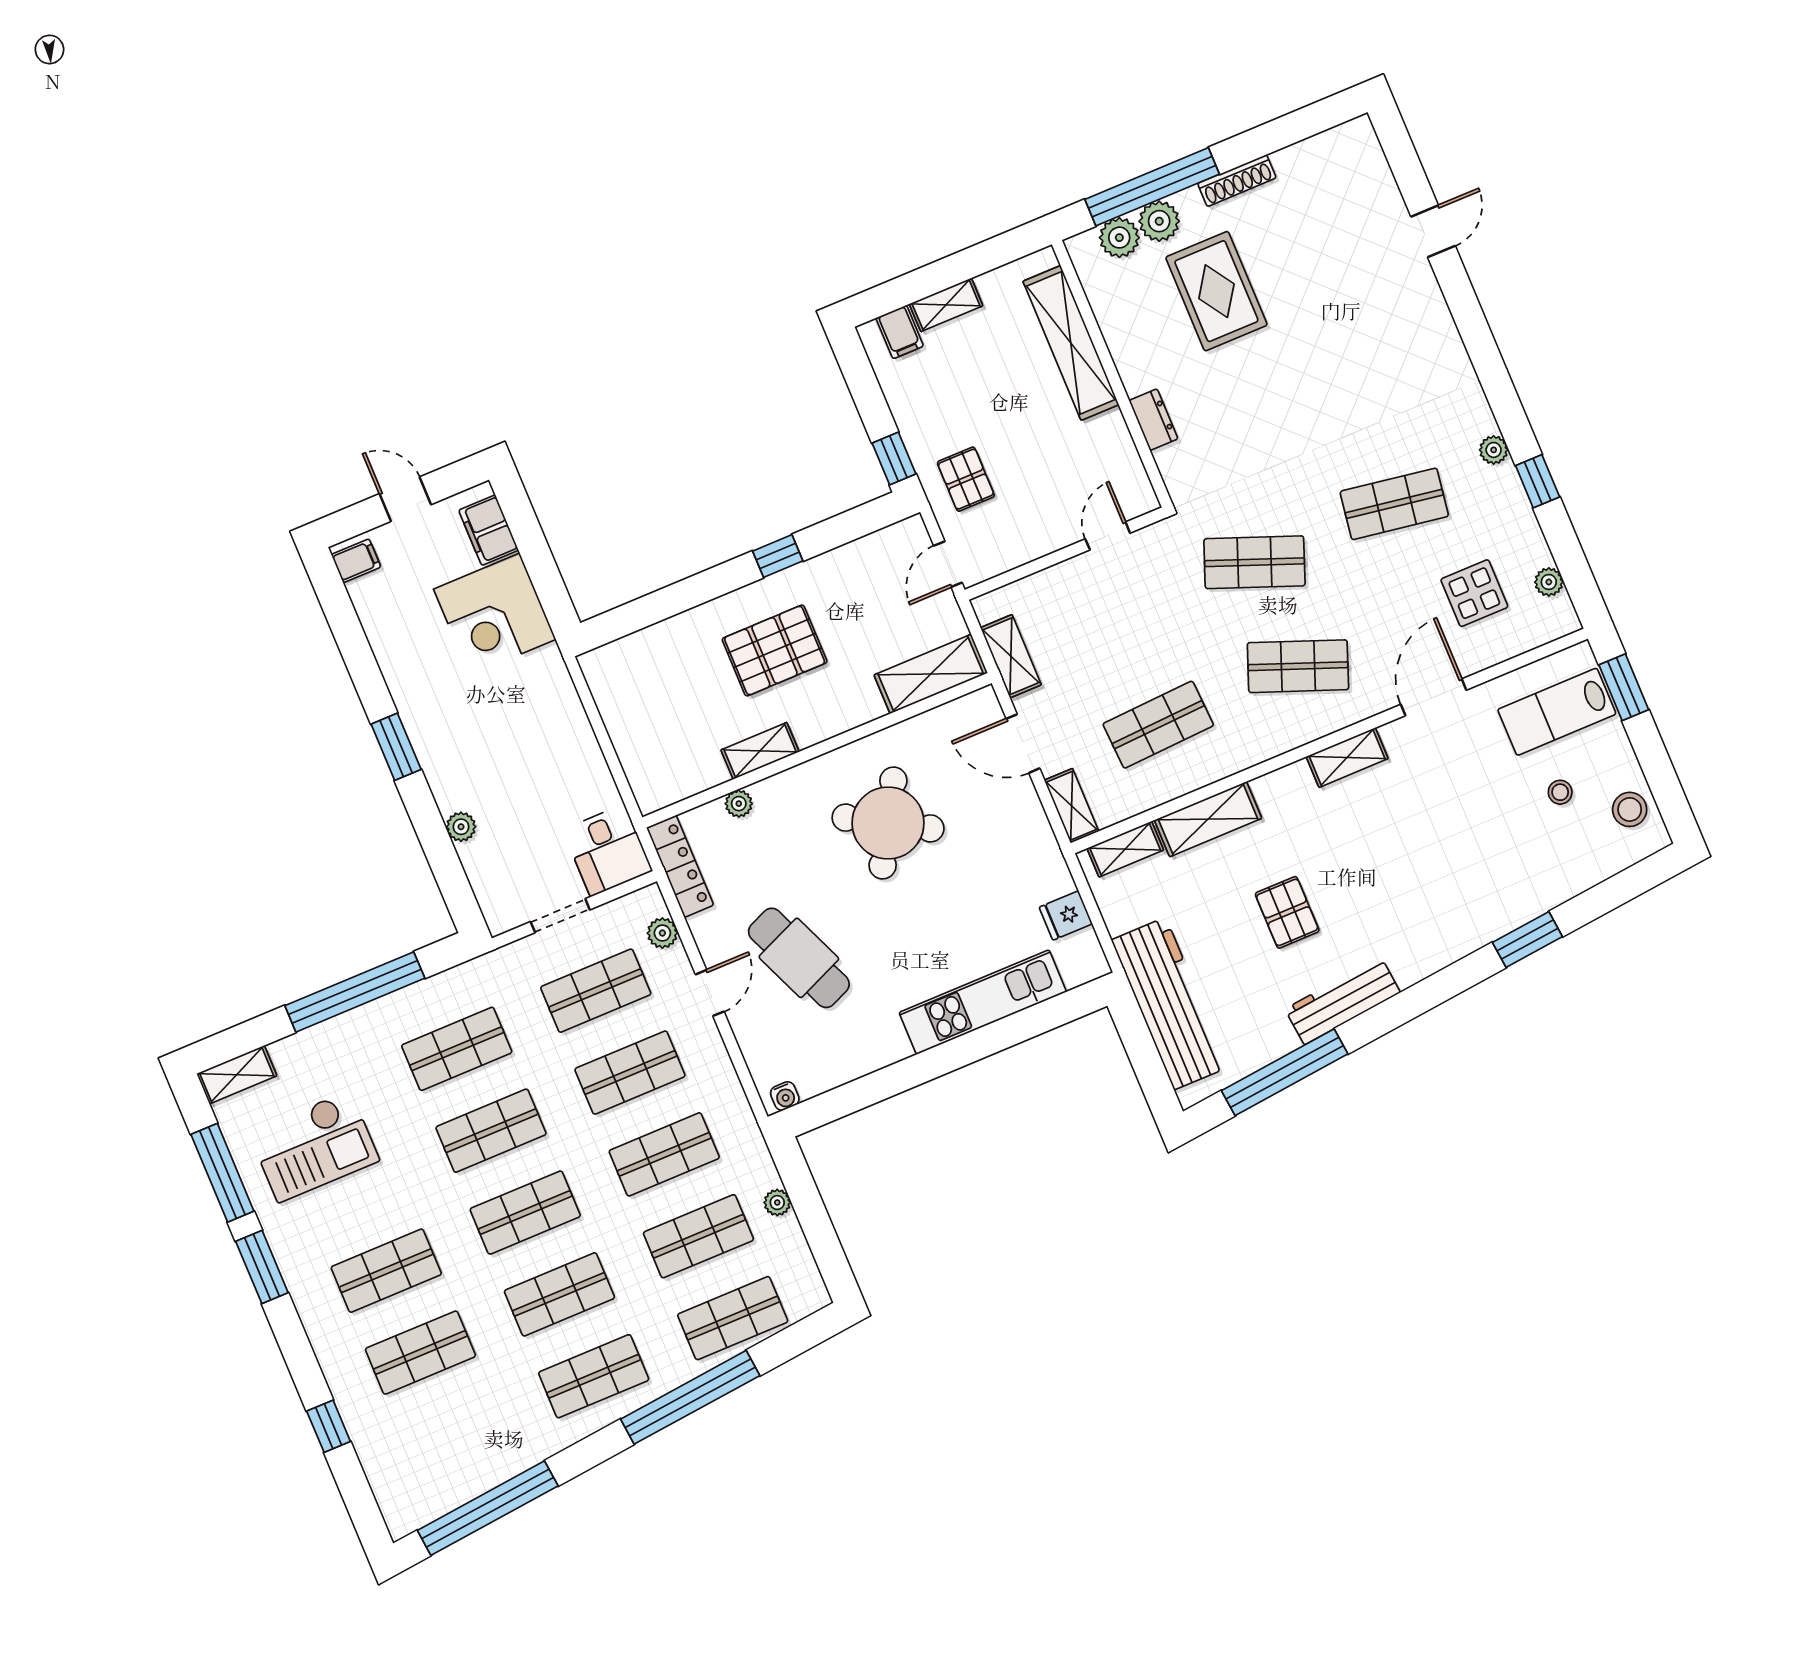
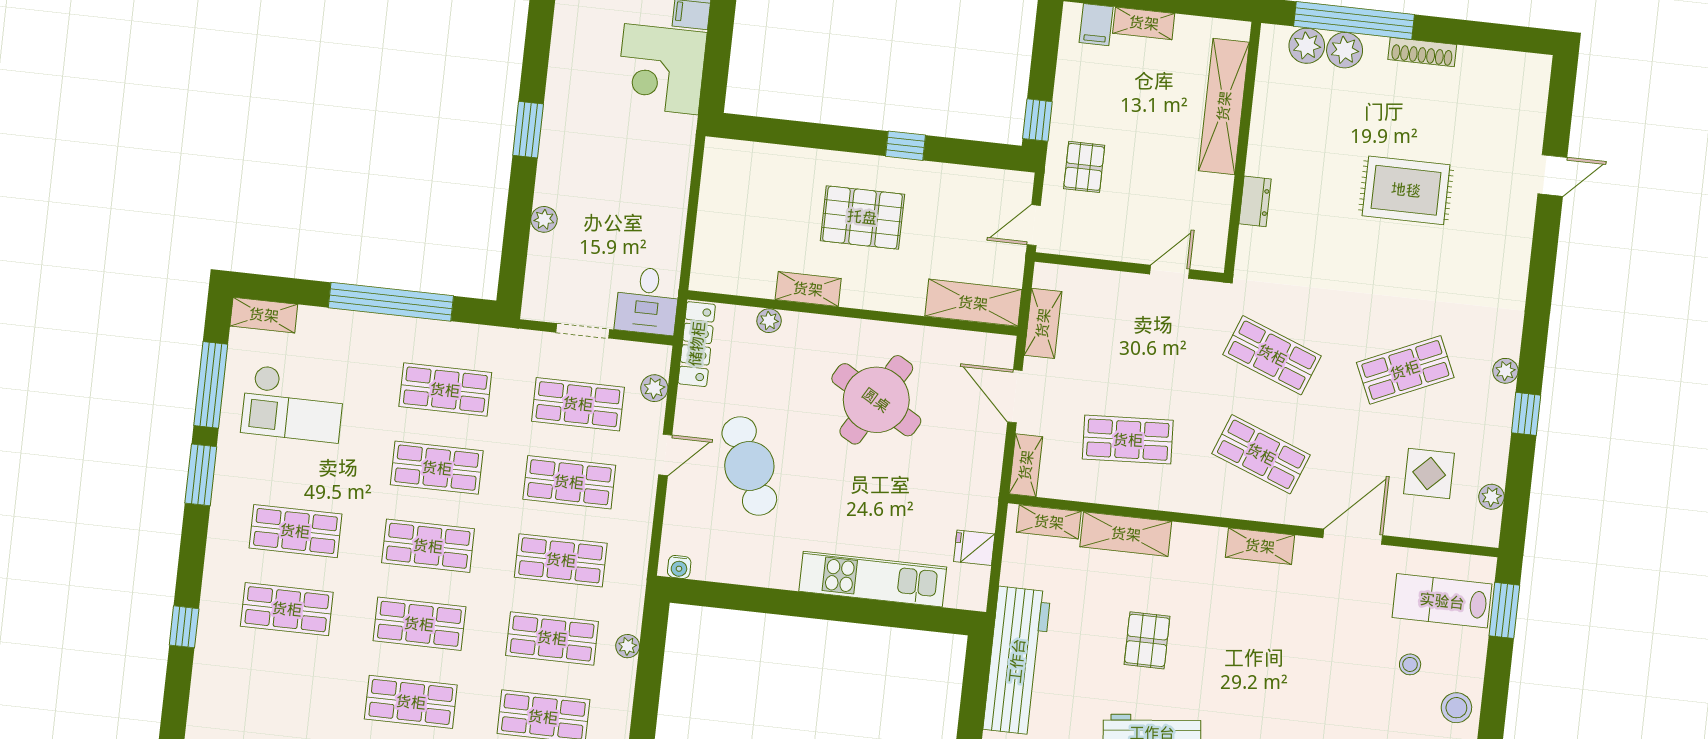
rug: (1216, 291) -> (1406, 190), moved, turned 90
shop shelf: (1394, 504) -> (1405, 370), turned -33

